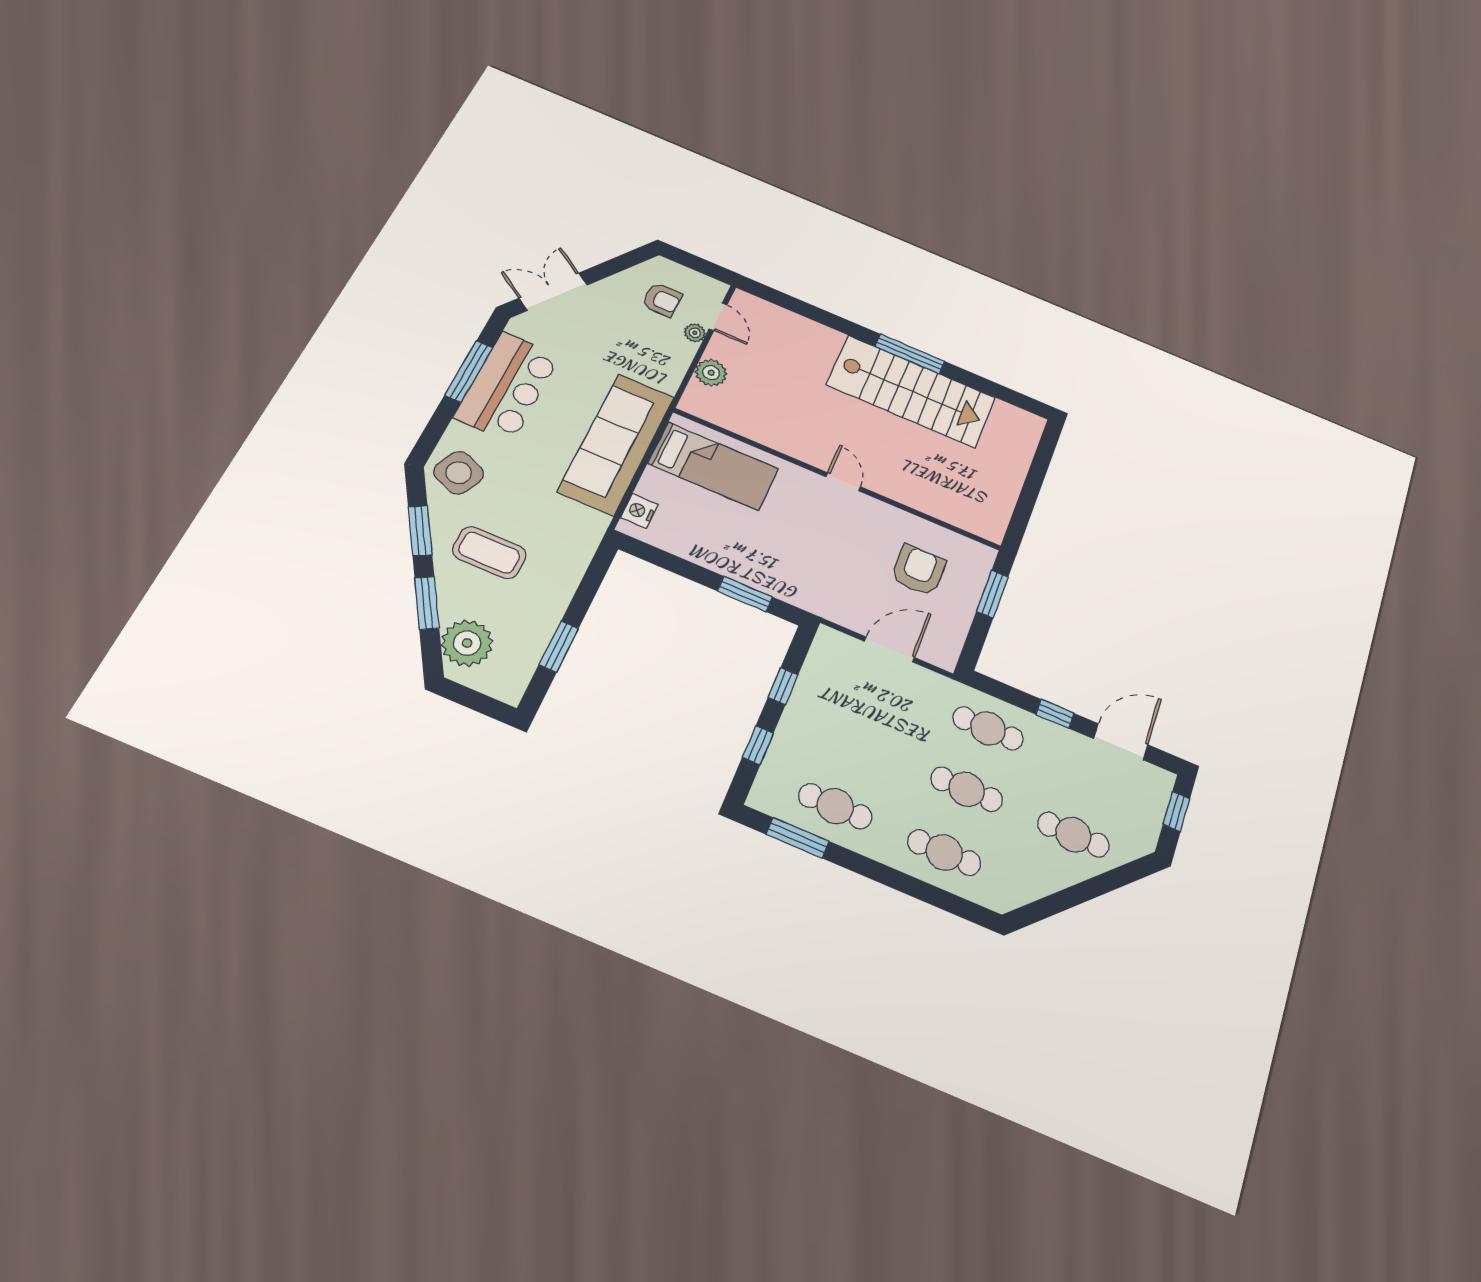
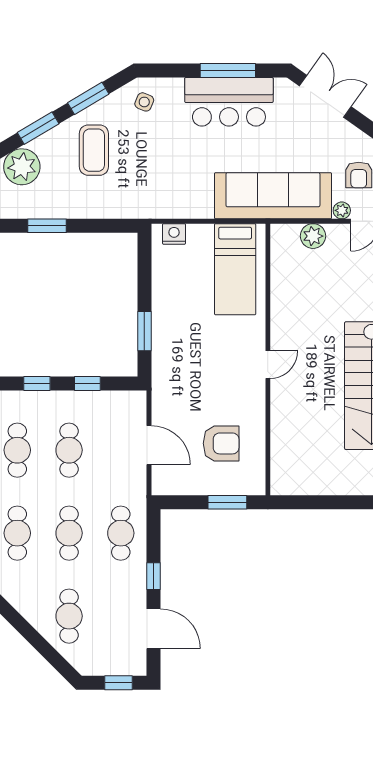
sofa: (616, 444) -> (273, 196), moved
side table: (459, 473) -> (144, 102), width x0.54, depth x0.54
cafe table: (860, 744) -> (69, 450), added

